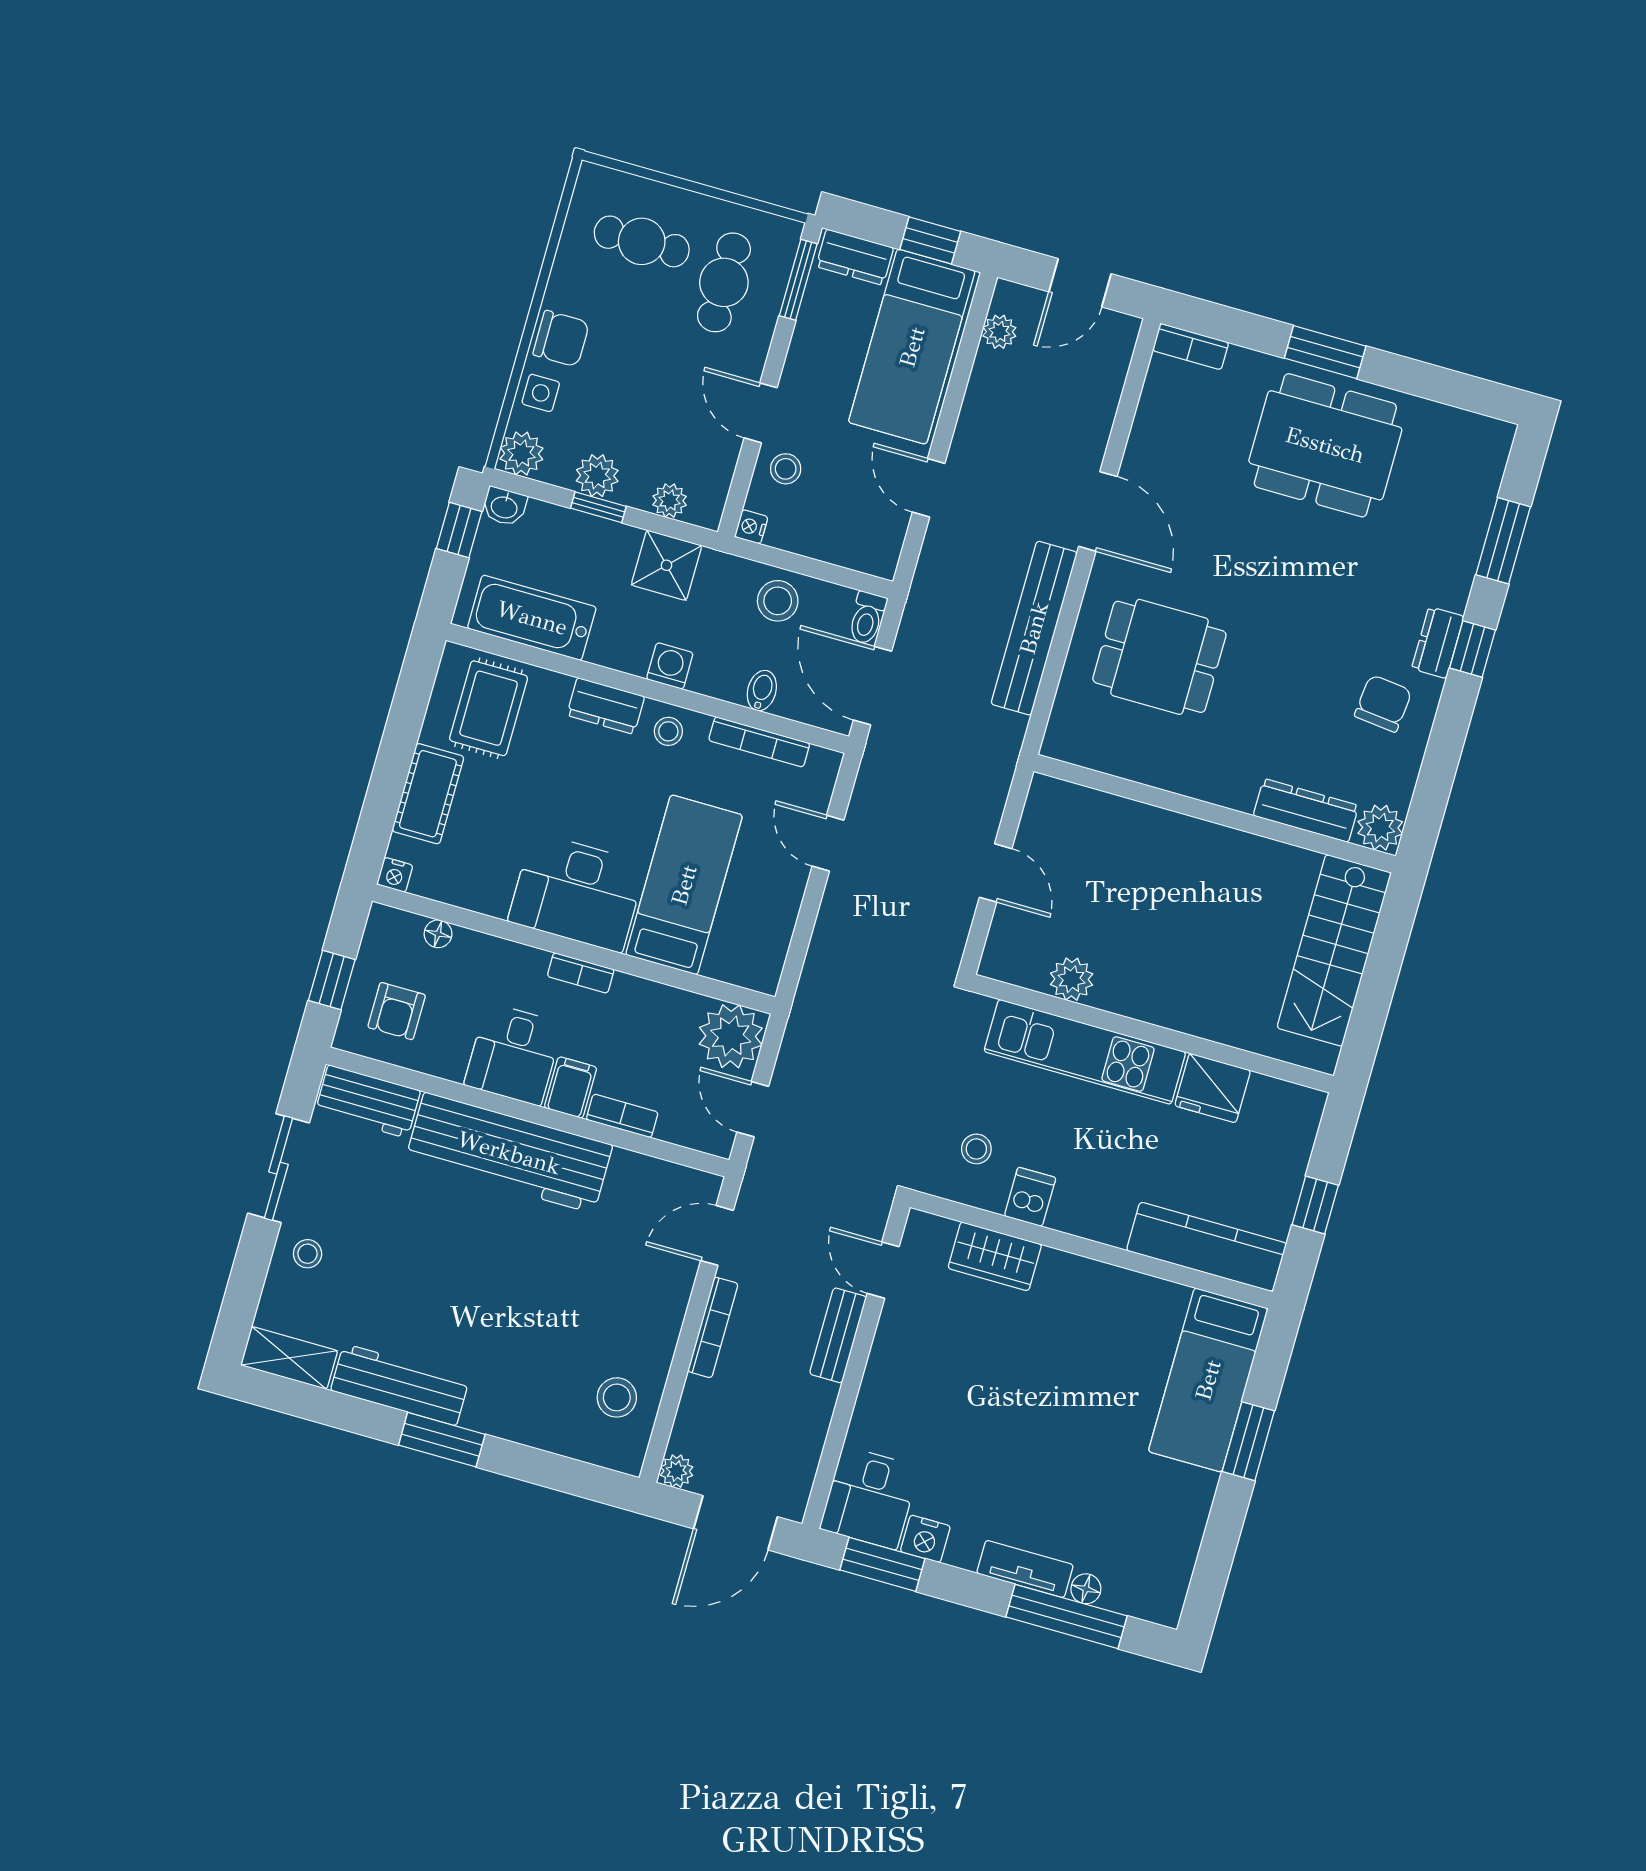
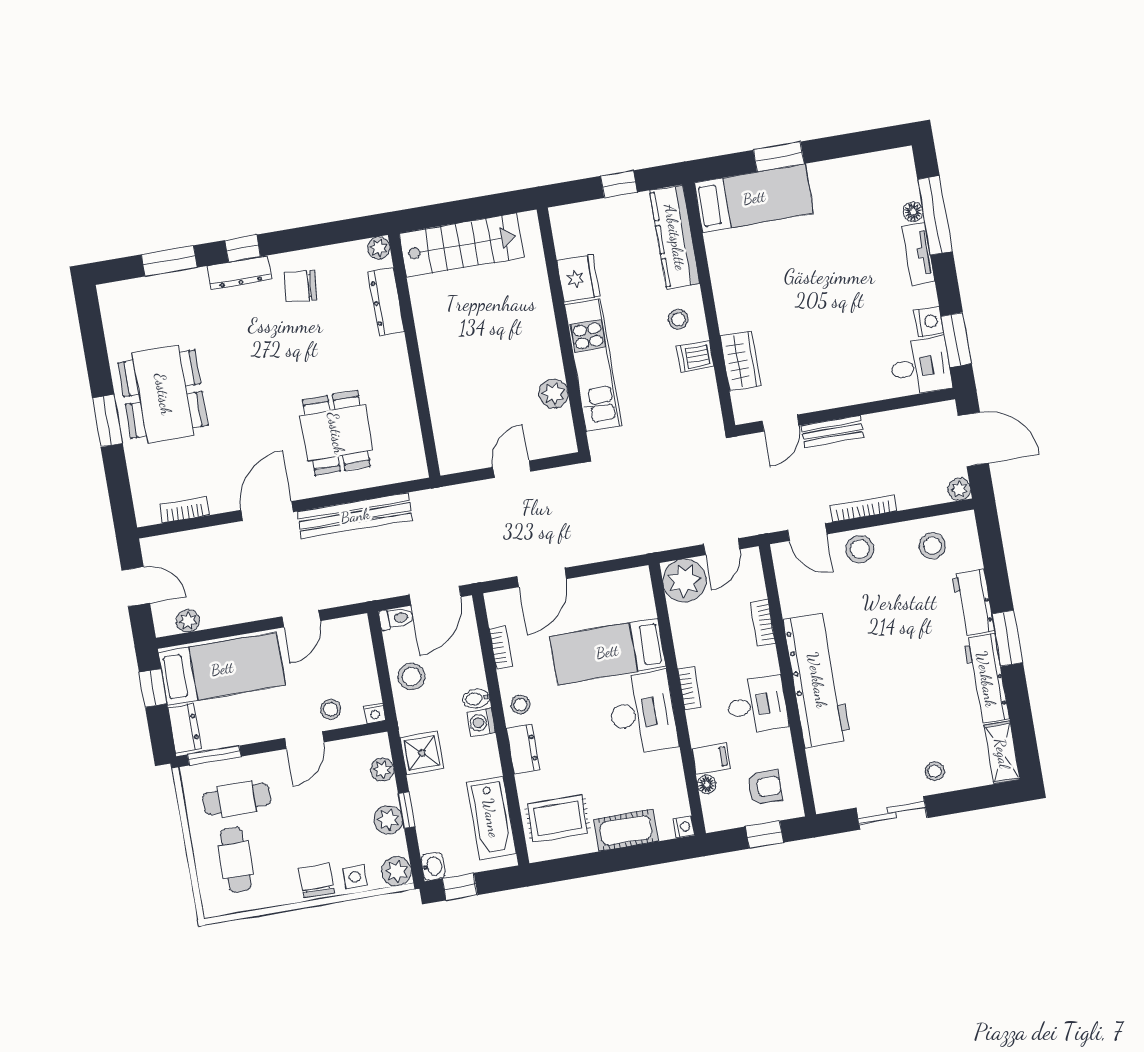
bookcase: (1191, 347) -> (185, 510), moved, turned -90
dresser: (1438, 643) -> (239, 273), width x1.44
bidet: (762, 691) -> (476, 699), moved
bookcase: (759, 742) -> (501, 647), width x0.64
plant: (1380, 828) -> (379, 248), width x0.73, depth x0.73
door: (828, 843) -> (542, 578), width x1.38
filing cabinet: (571, 1087) -> (711, 759), moved, turned 180
workbench: (368, 1101) -> (973, 603), moved, turned 180
stool: (976, 1149) -> (678, 319), moved
stool: (660, 1296) -> (860, 549), added

